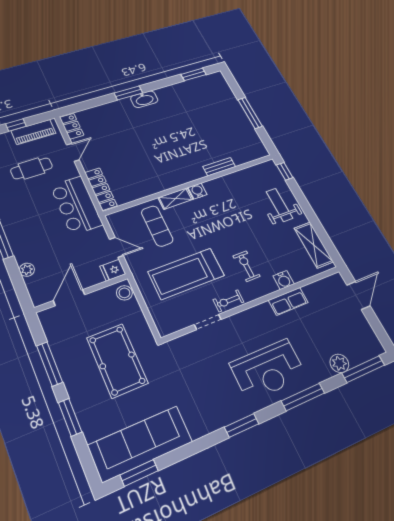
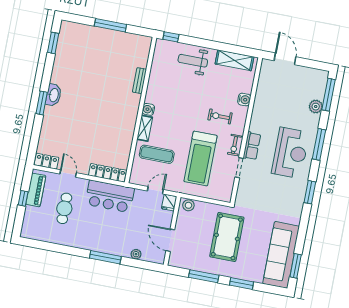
row of seats: (288, 301) -> (252, 146), moved
pool table: (117, 360) -> (227, 237), turned 90

